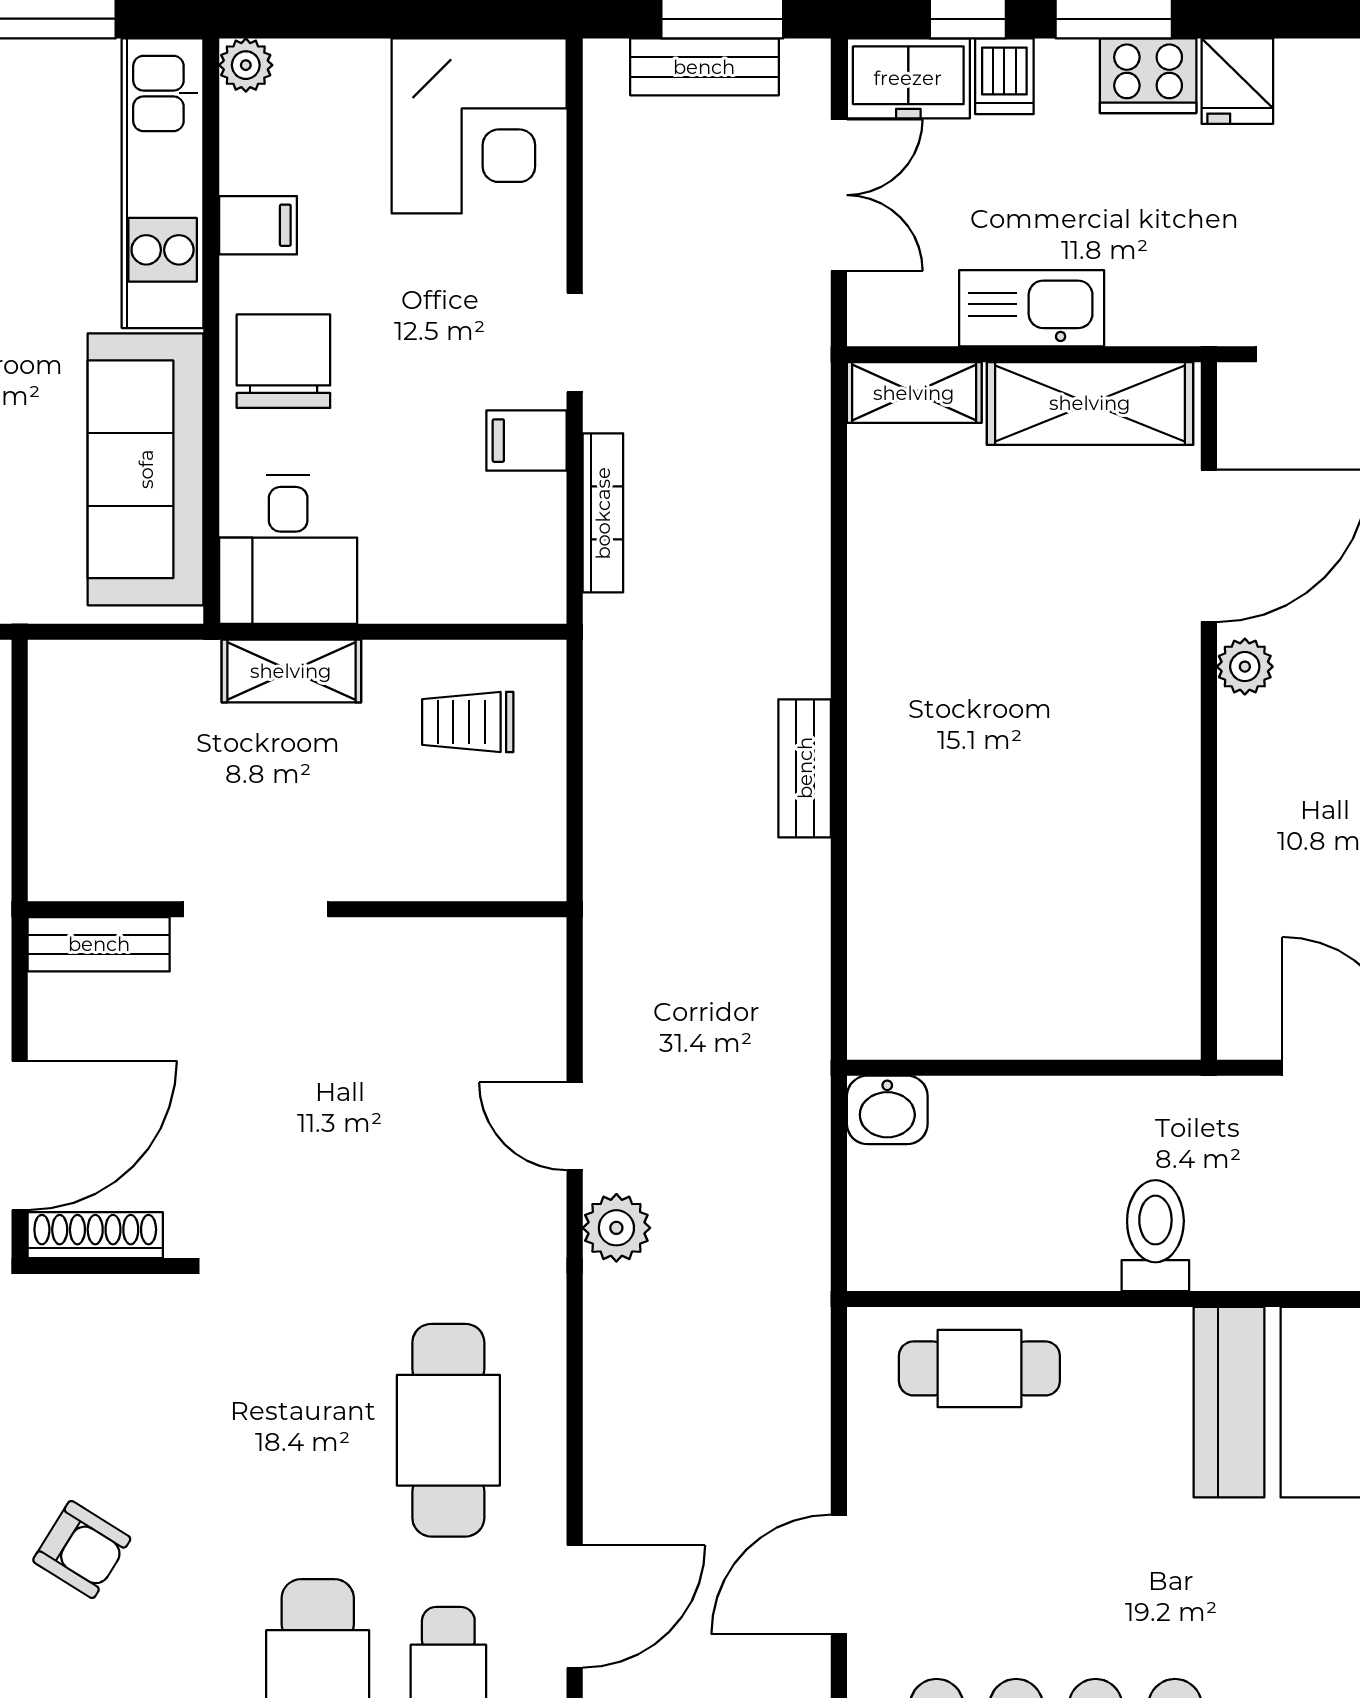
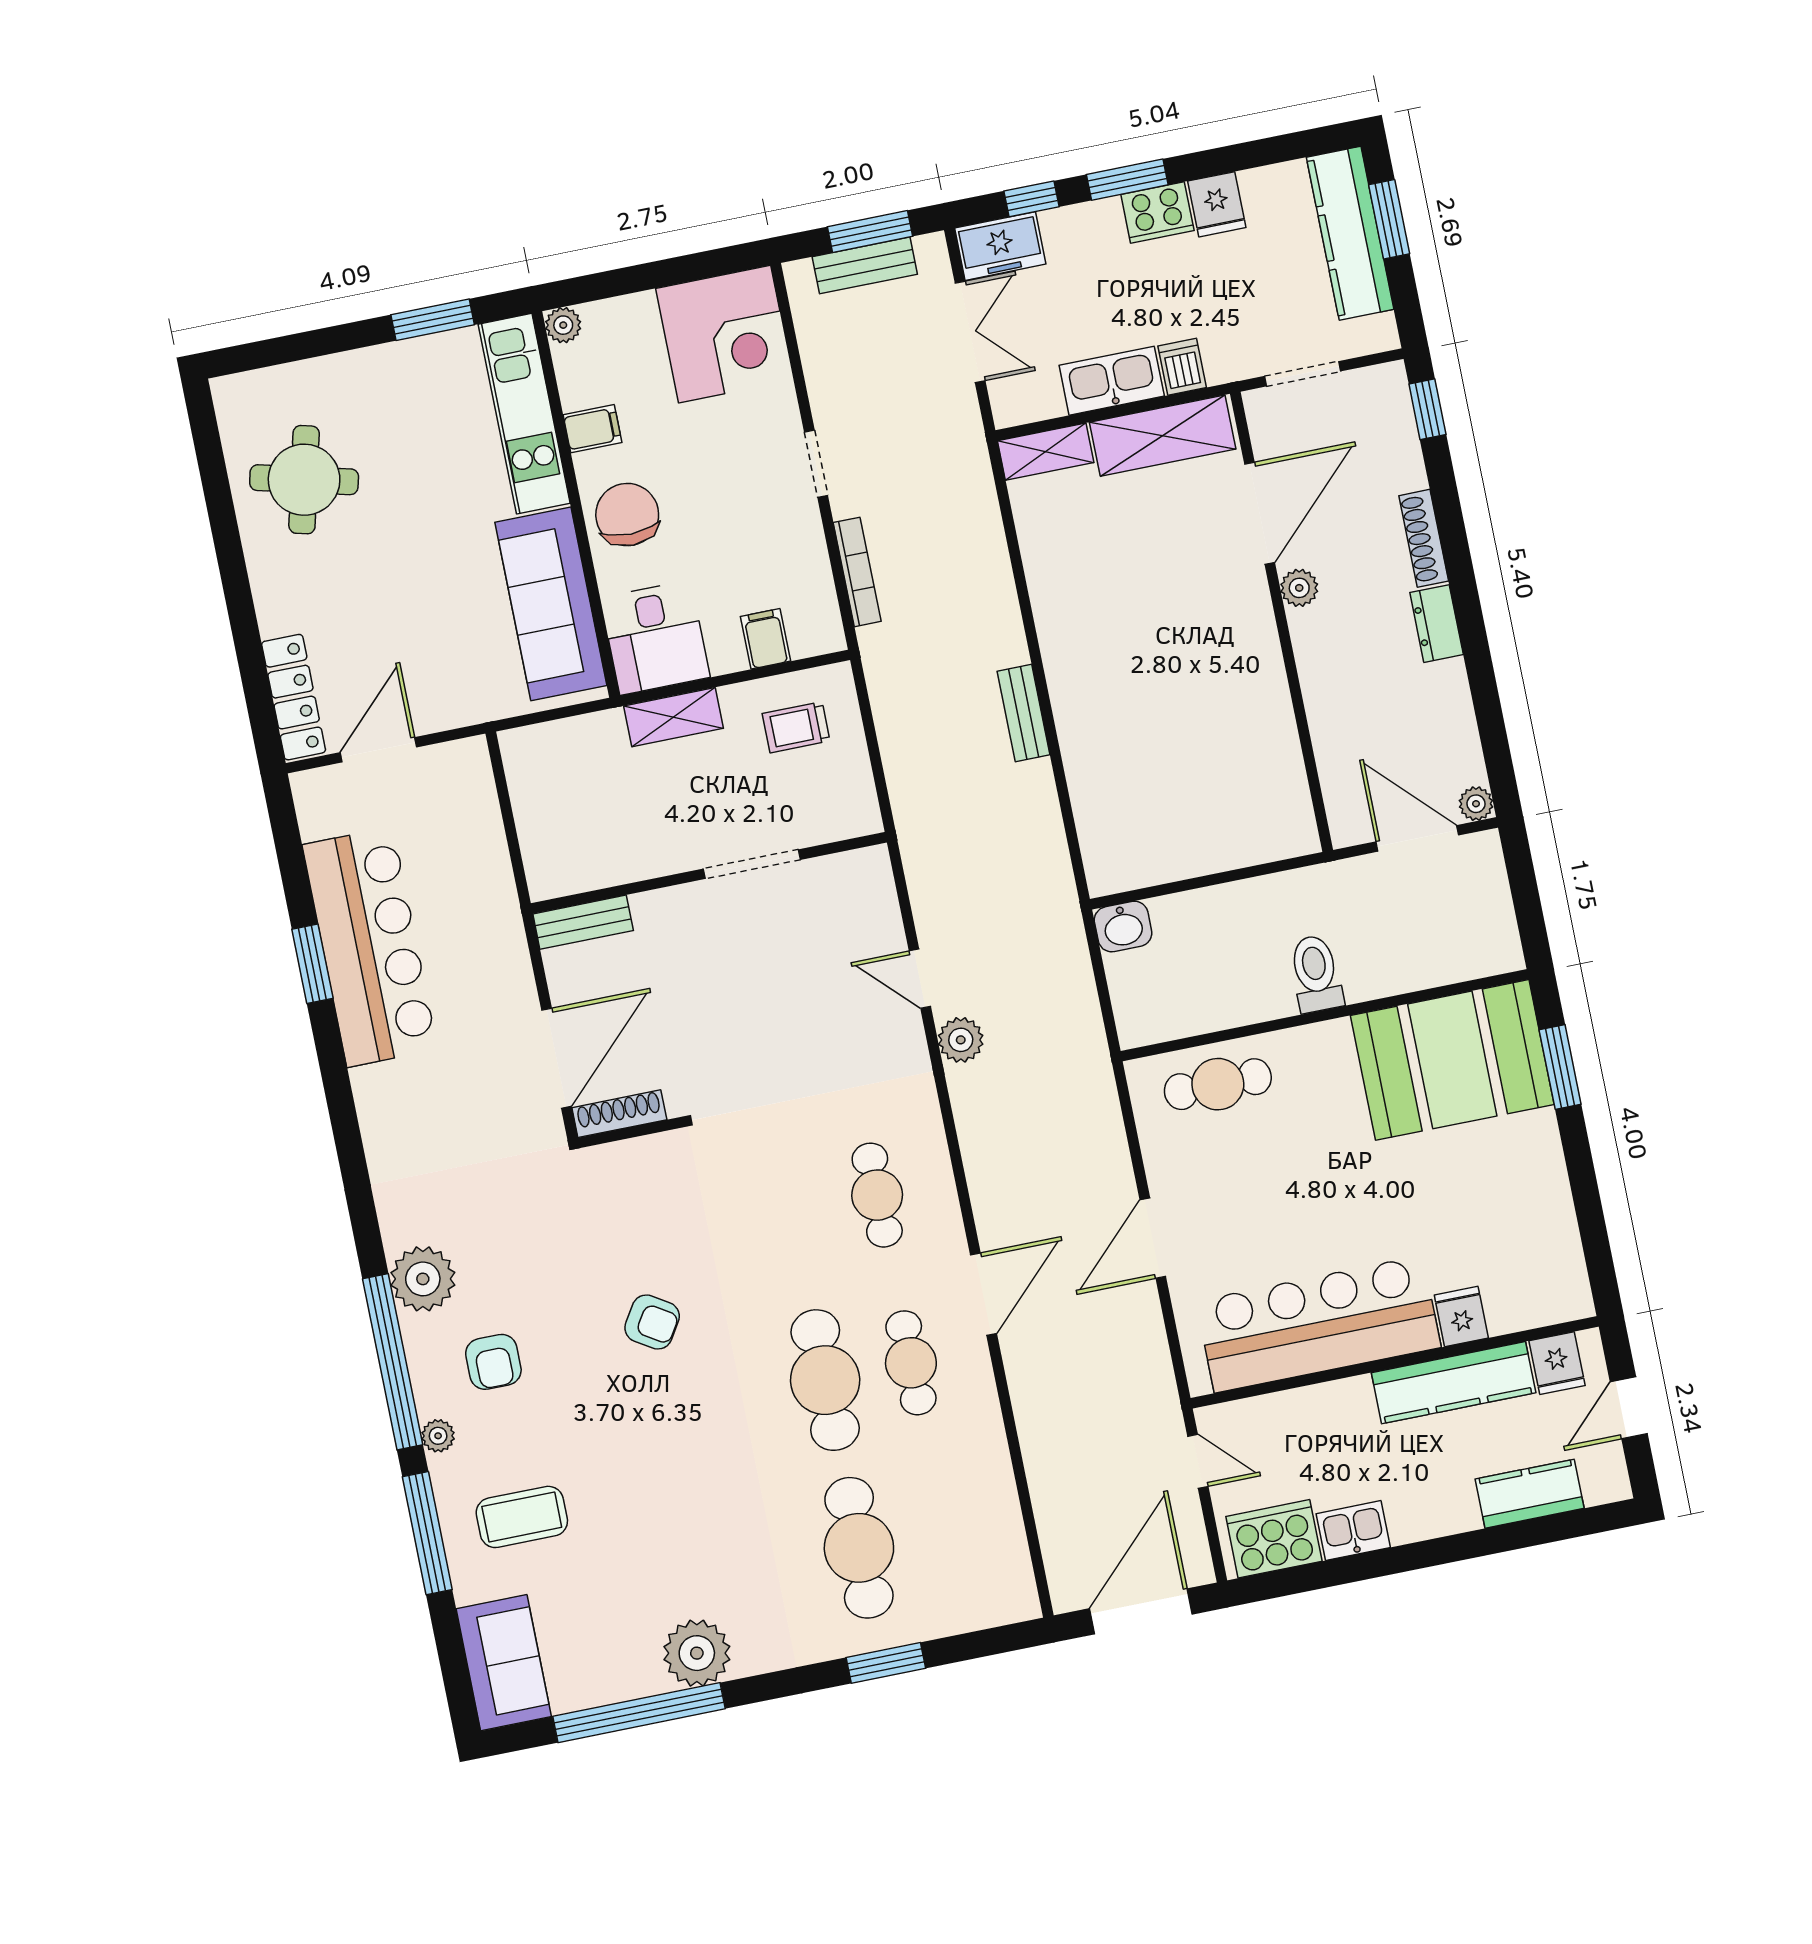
dishwasher: (1004, 76) -> (1182, 367), moved, turned 180
filing cabinet: (526, 441) -> (765, 639), moved, turned 90
doorway: (256, 909) -> (752, 864), moved
cafe table: (448, 1430) -> (877, 1195), width x0.73, depth x0.74

